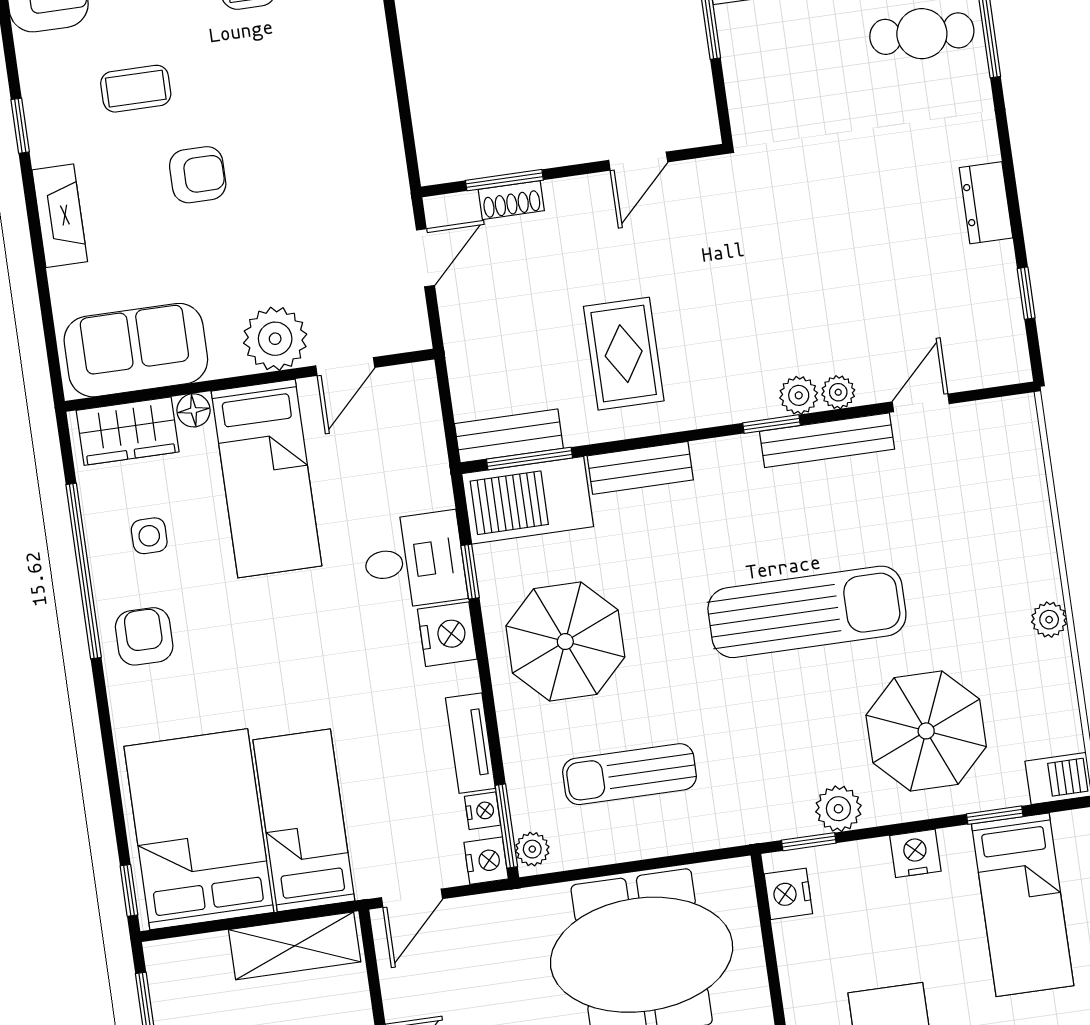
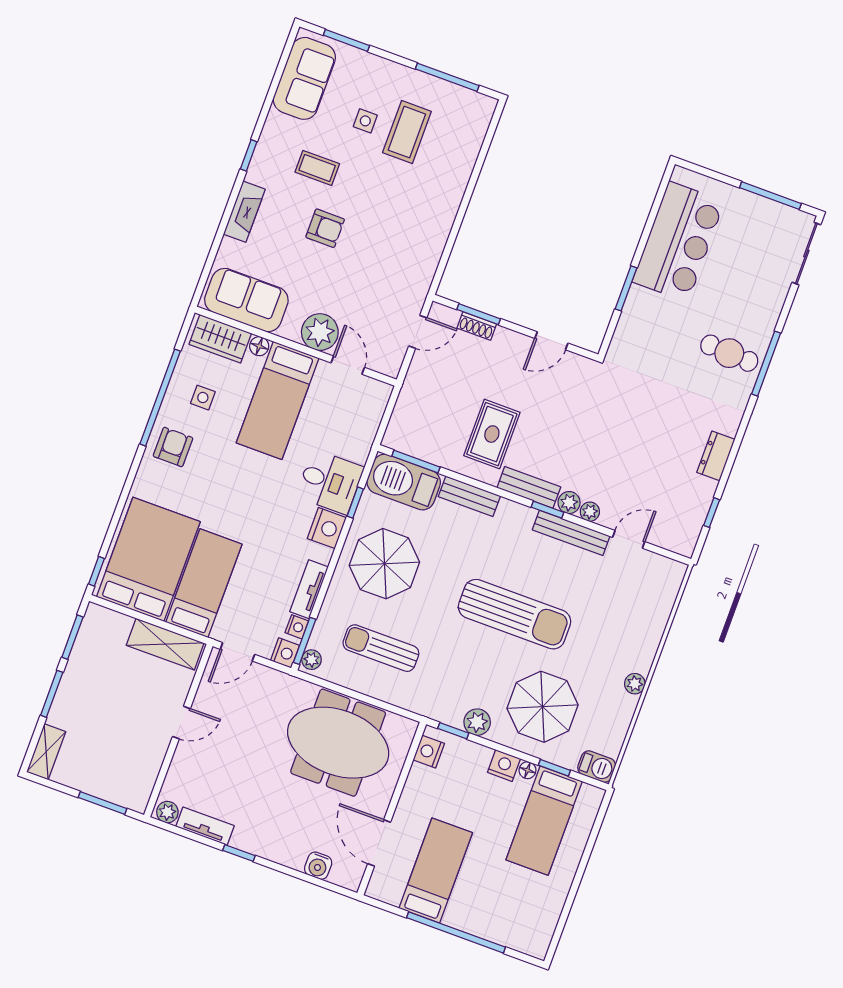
door: (345, 367) -> (348, 365), swing flipped
bench: (509, 436) -> (529, 487), moved
floor lamp: (955, 841) -> (527, 770), added

